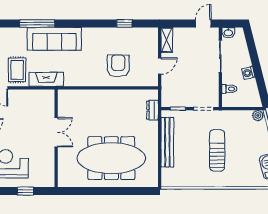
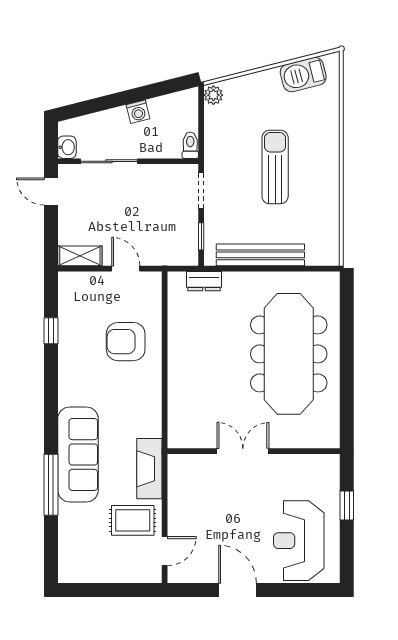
toilet: (229, 89) -> (190, 145), moved
sun lounger: (217, 150) -> (275, 167), turned 90

